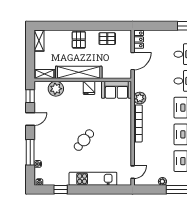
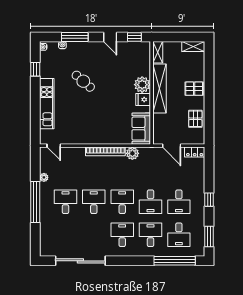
plant: (56, 89) -> (142, 85), moved
cafe table: (84, 140) -> (83, 81), moved

